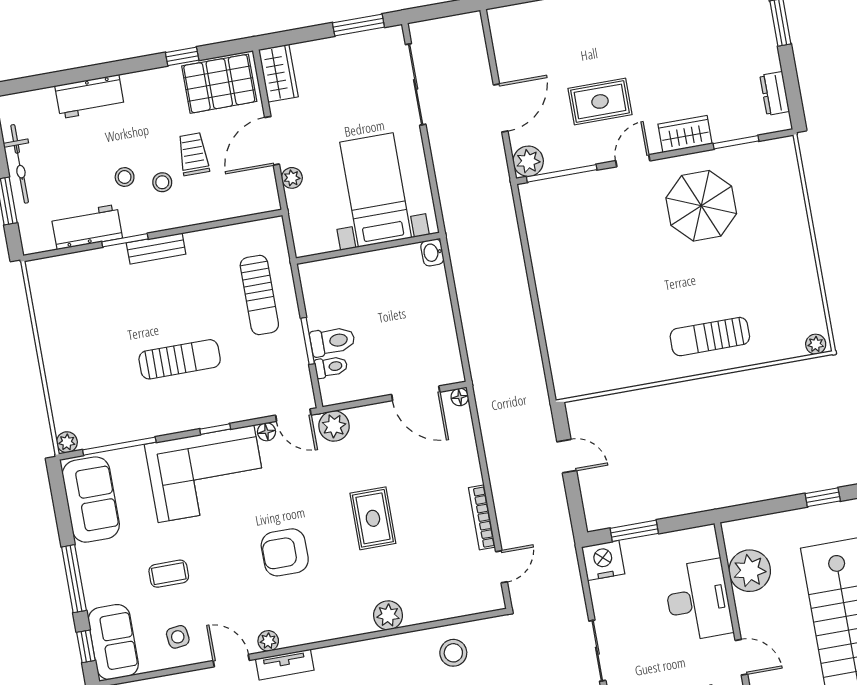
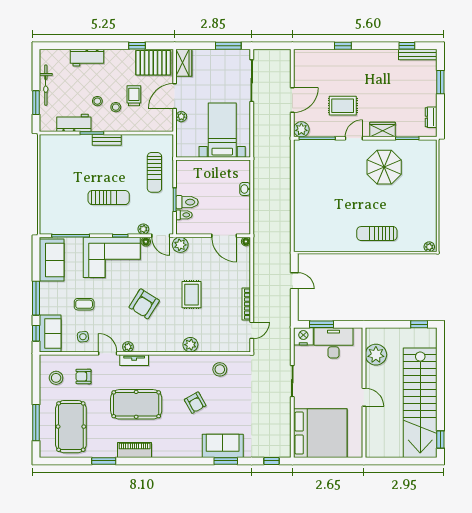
washbasin: (432, 252) -> (245, 189), moved
plant: (67, 442) -> (143, 229), moved
armchair: (285, 552) -> (144, 304), turned -58
desk: (698, 600) -> (334, 343), moved, turned -90

